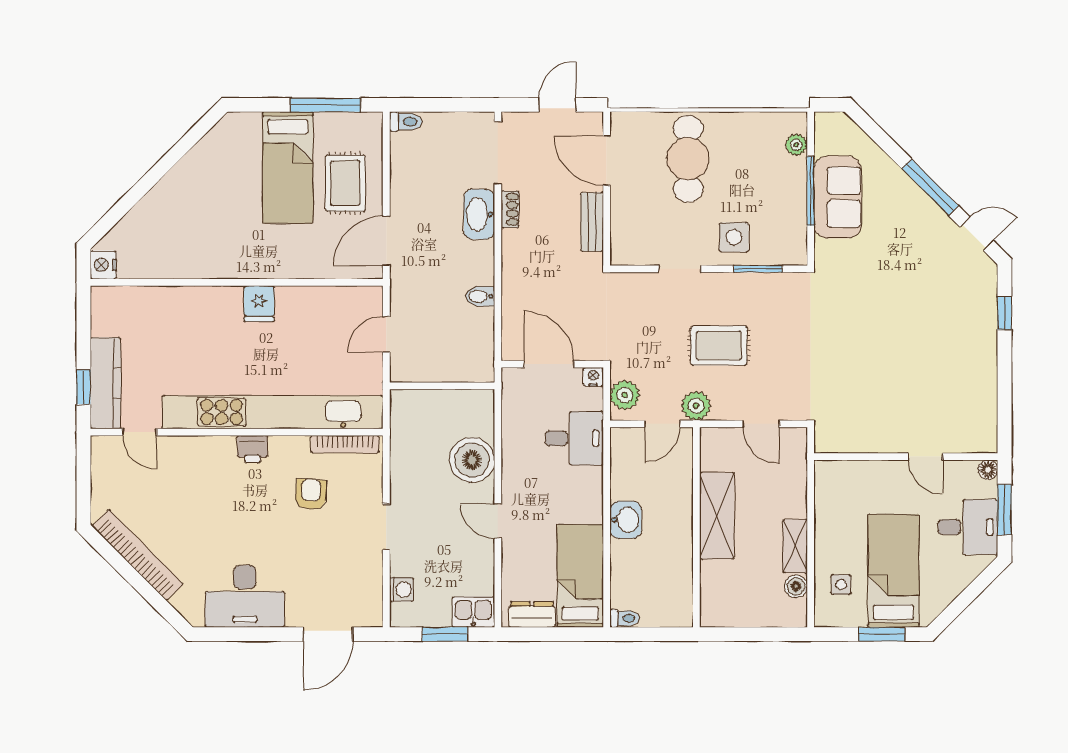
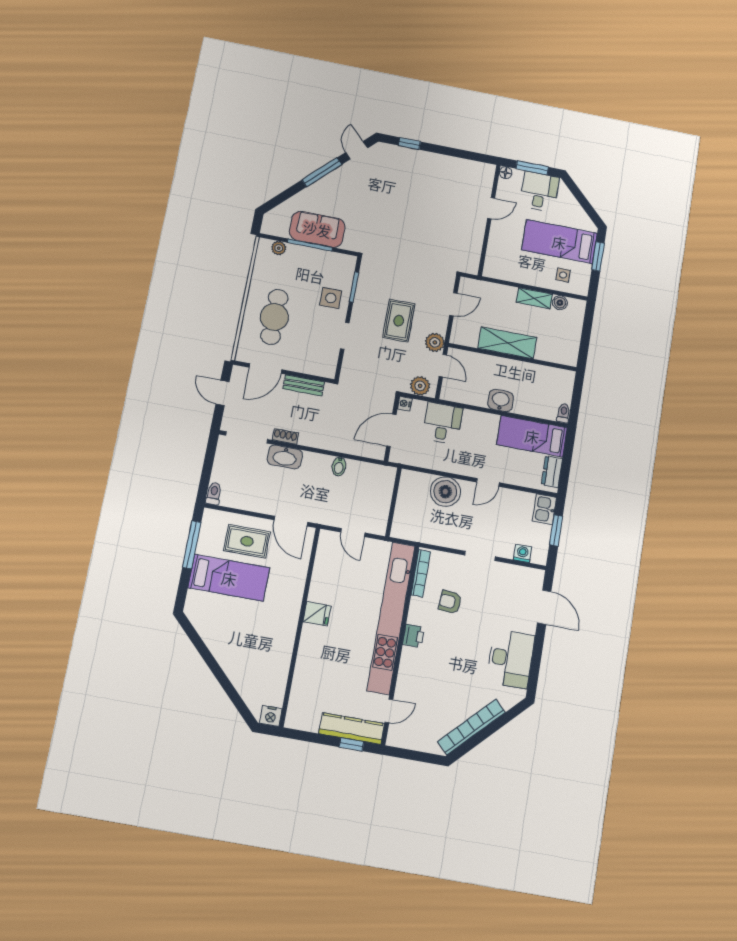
cafe table: (688, 159) -> (274, 317), turned 90

